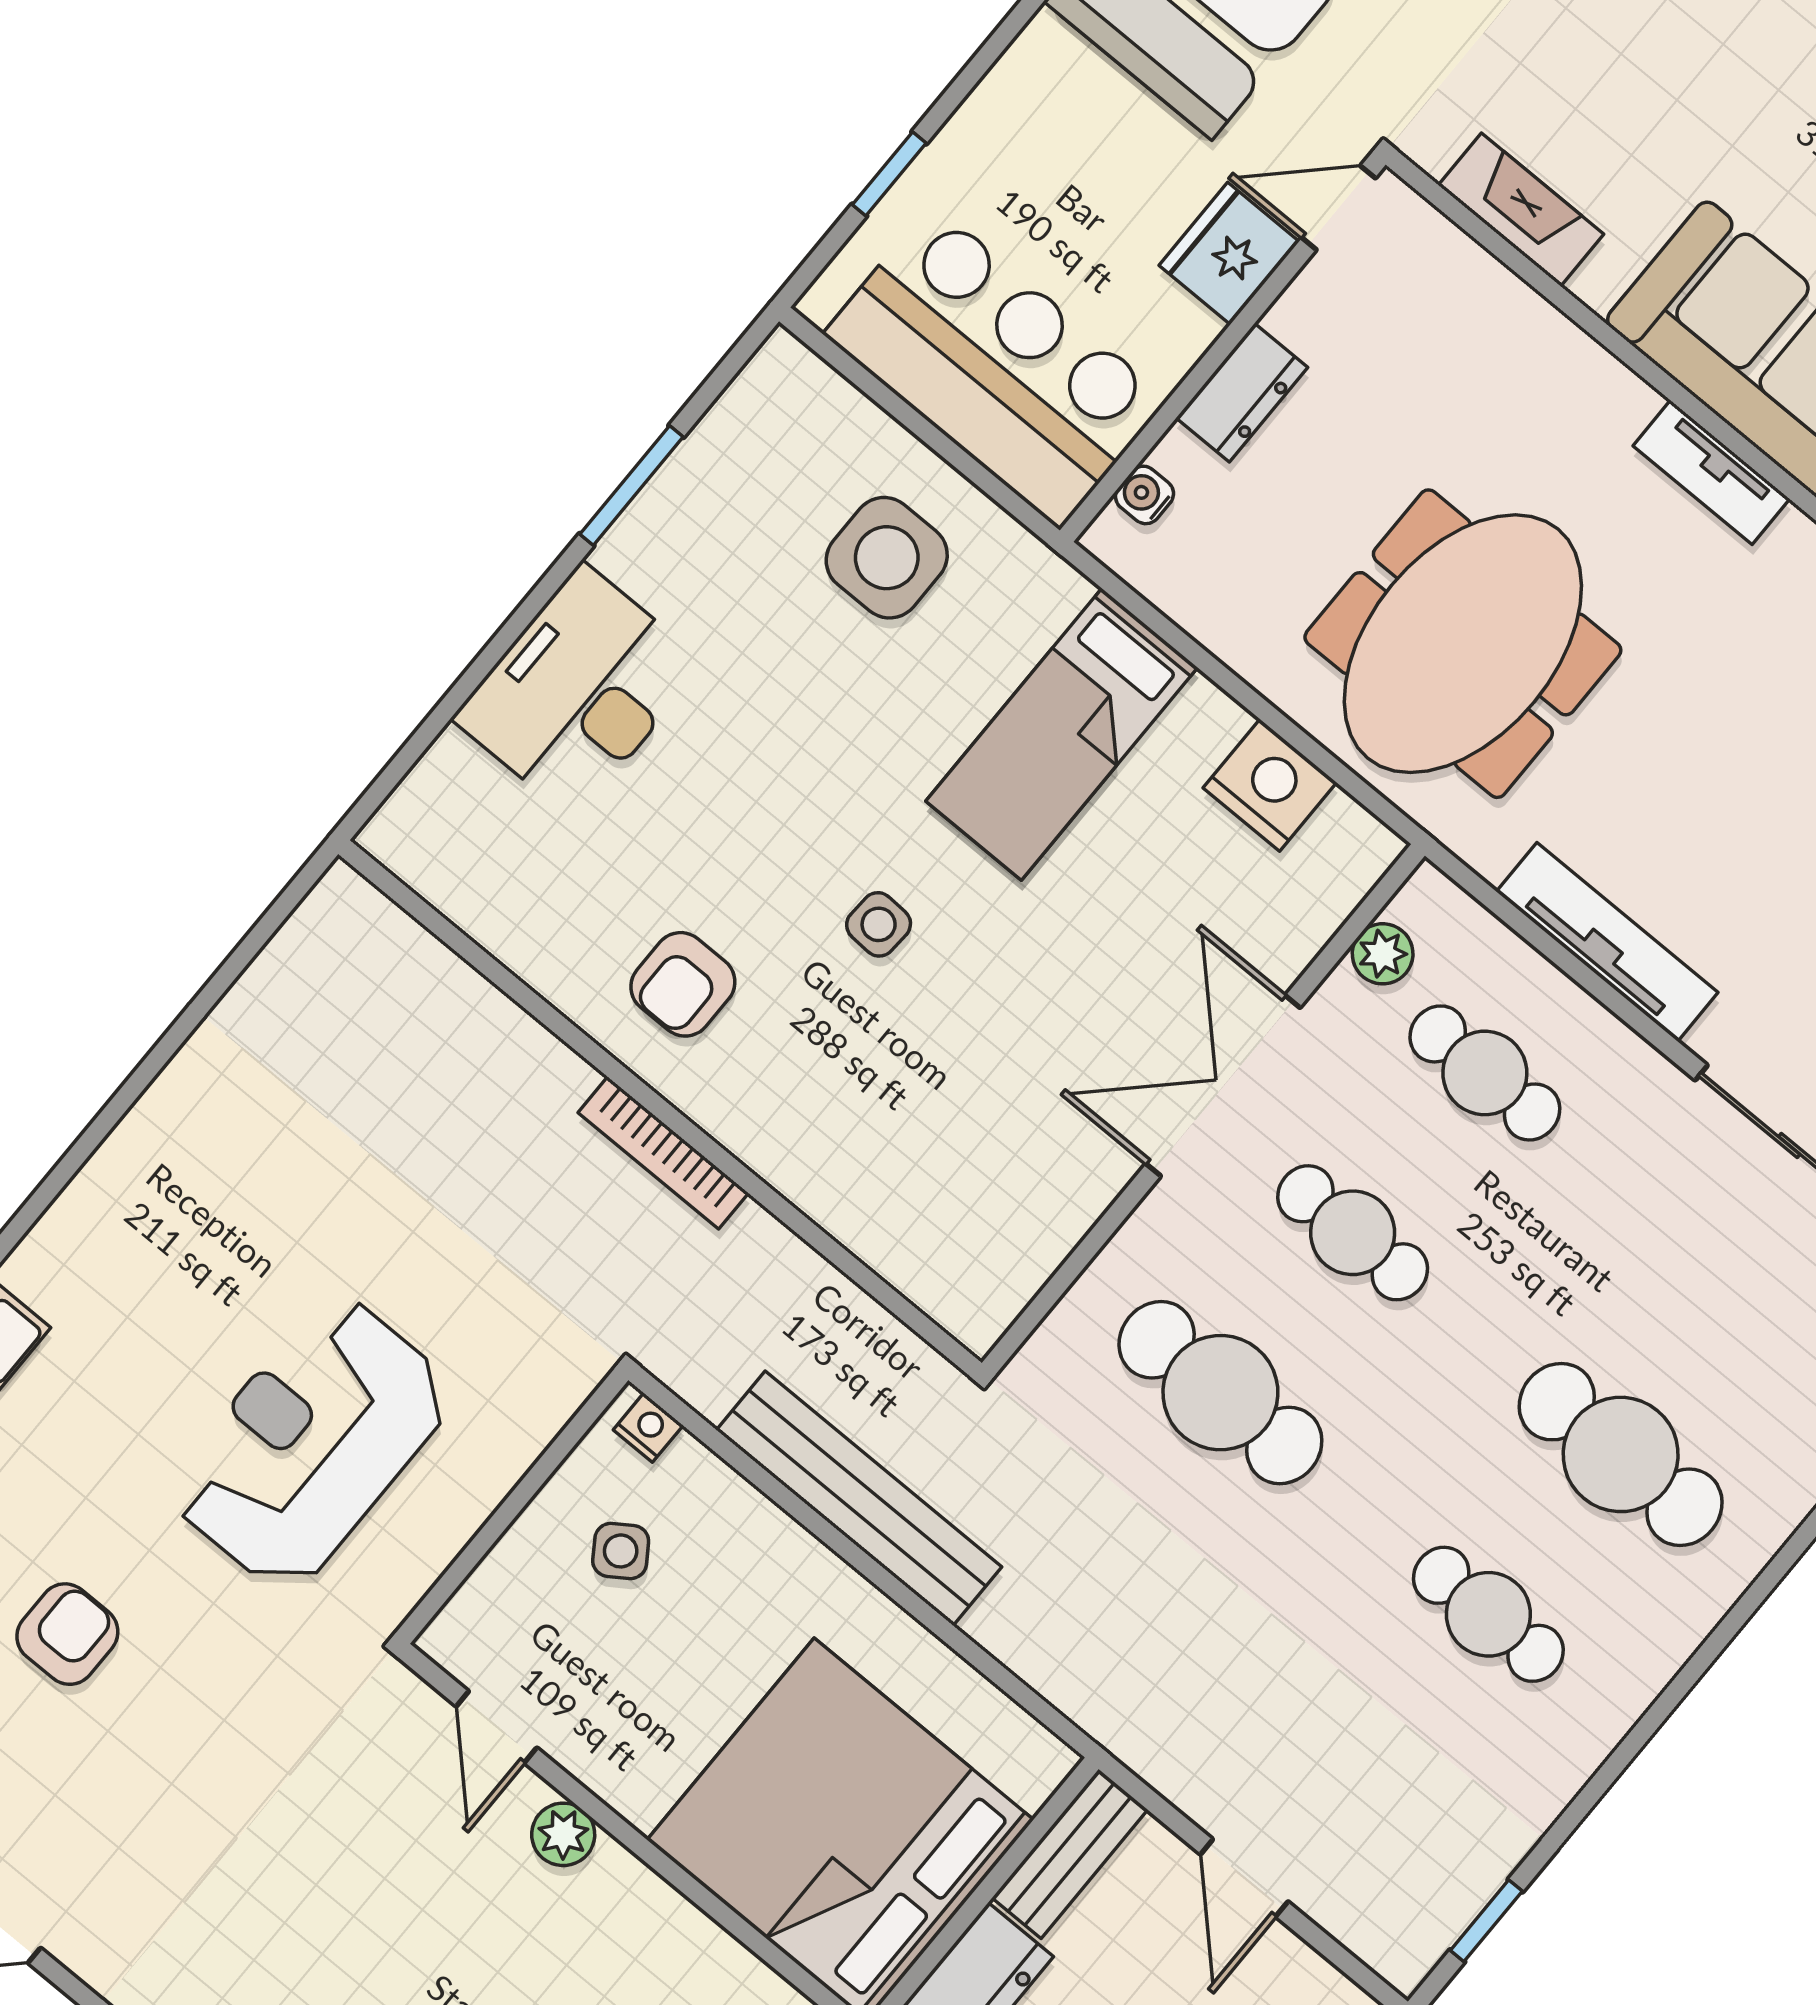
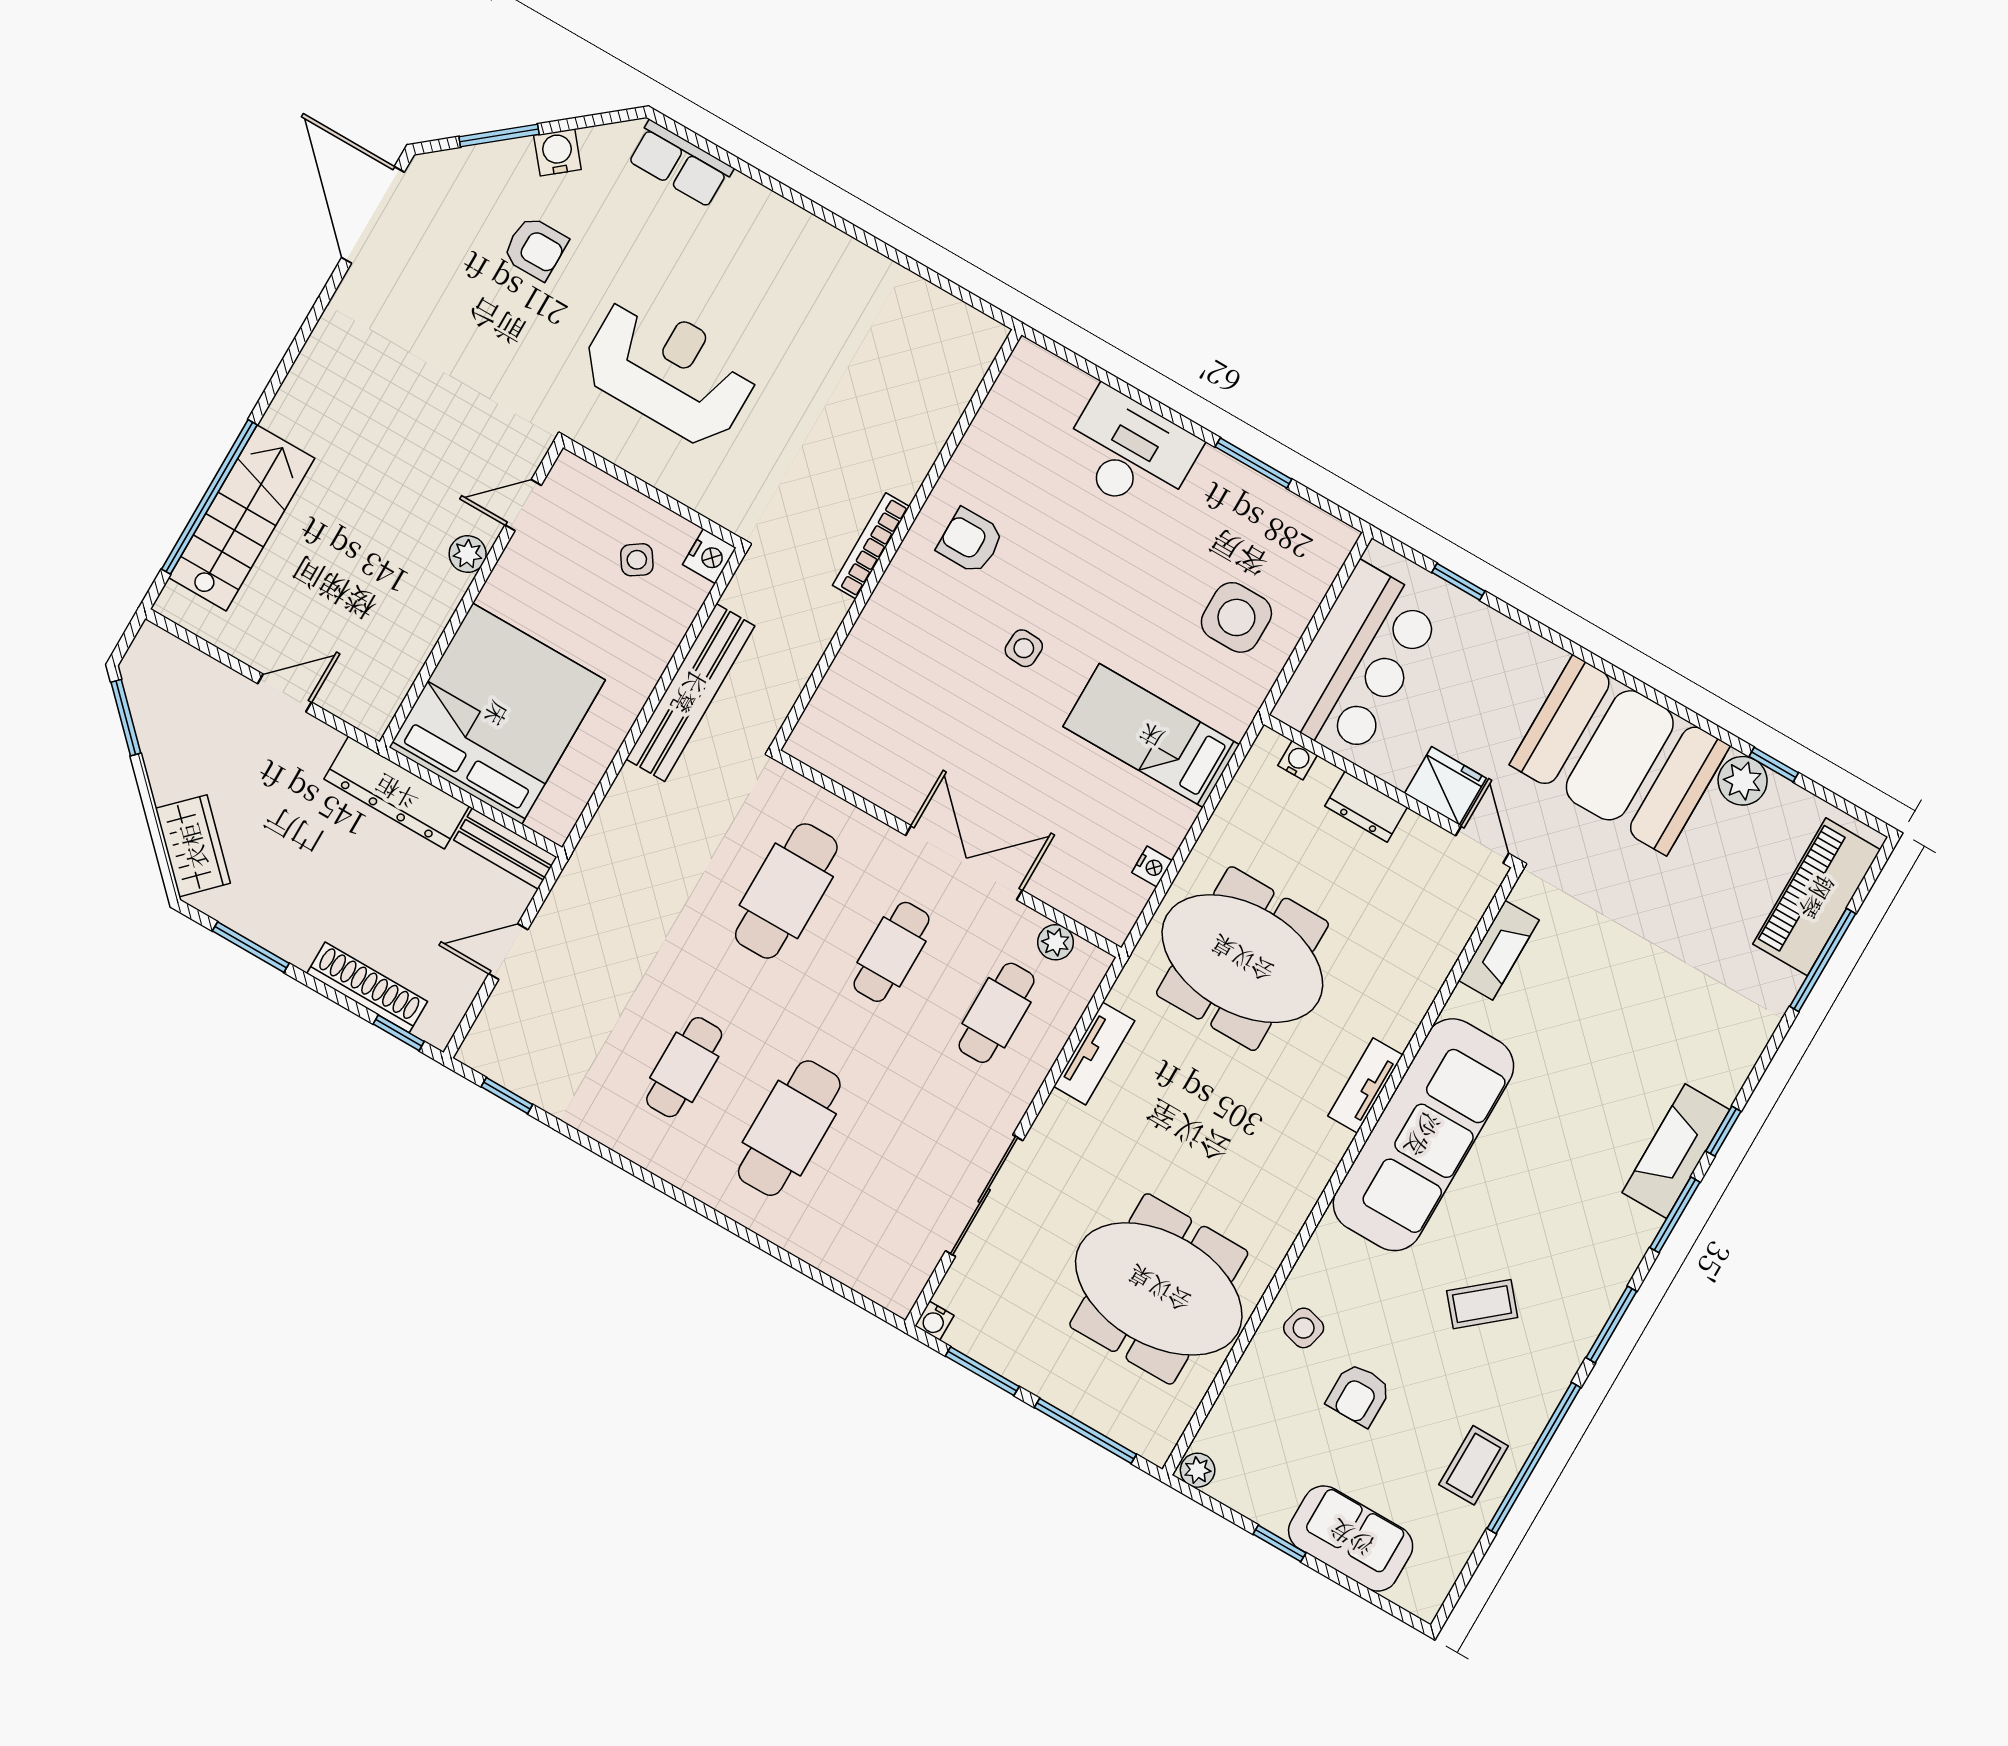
nightstand: (1270, 785) -> (1152, 867), width x0.53, depth x0.56
tv unit: (1607, 942) -> (1094, 1053), width x0.71
nightstand: (648, 1428) -> (709, 556), width x1.39, depth x1.35

